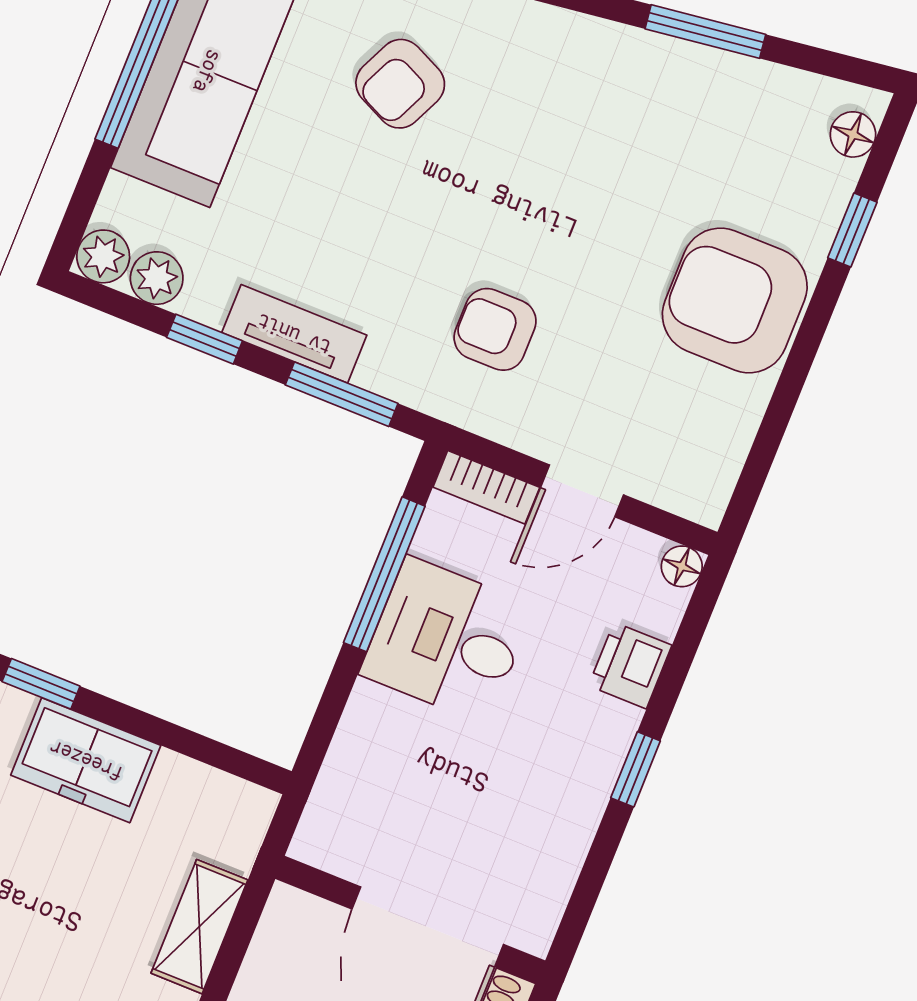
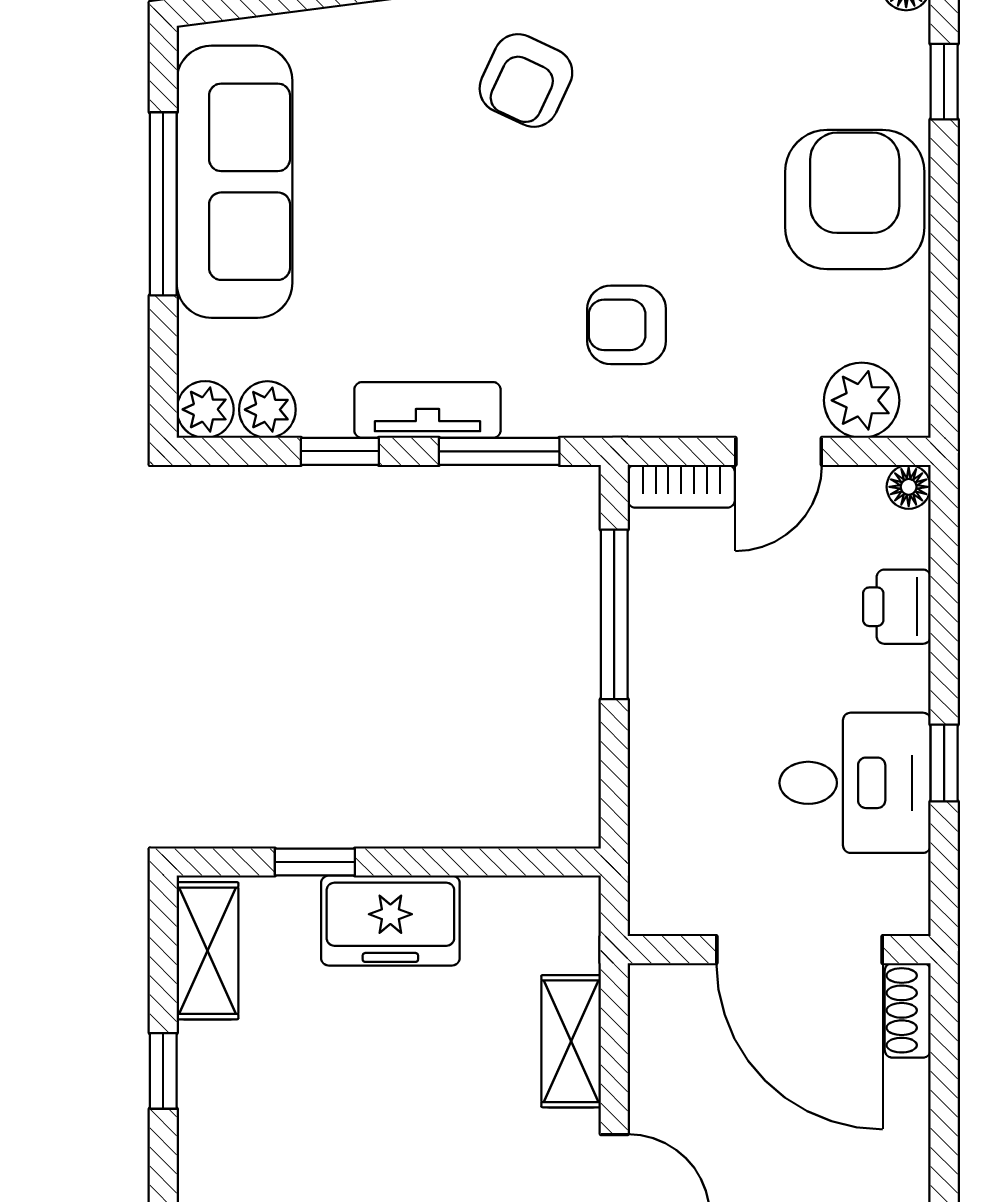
armchair: (400, 84) -> (526, 80), moved
armchair: (735, 300) -> (855, 200), turned 90
plant: (671, 476) -> (862, 400), added
desk: (447, 640) -> (855, 783), moved, turned 180
window: (636, 769) -> (944, 763), moved

